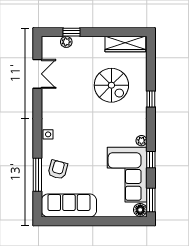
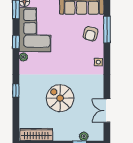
spiral stairs: (111, 85) -> (60, 98), moved

